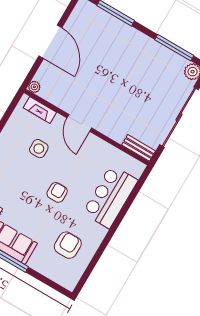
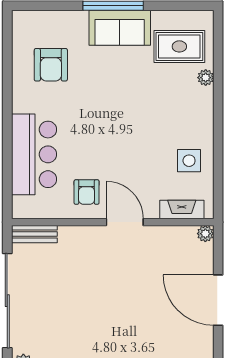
side table: (39, 149) -> (189, 161), moved
armchair: (57, 192) -> (87, 192), moved

